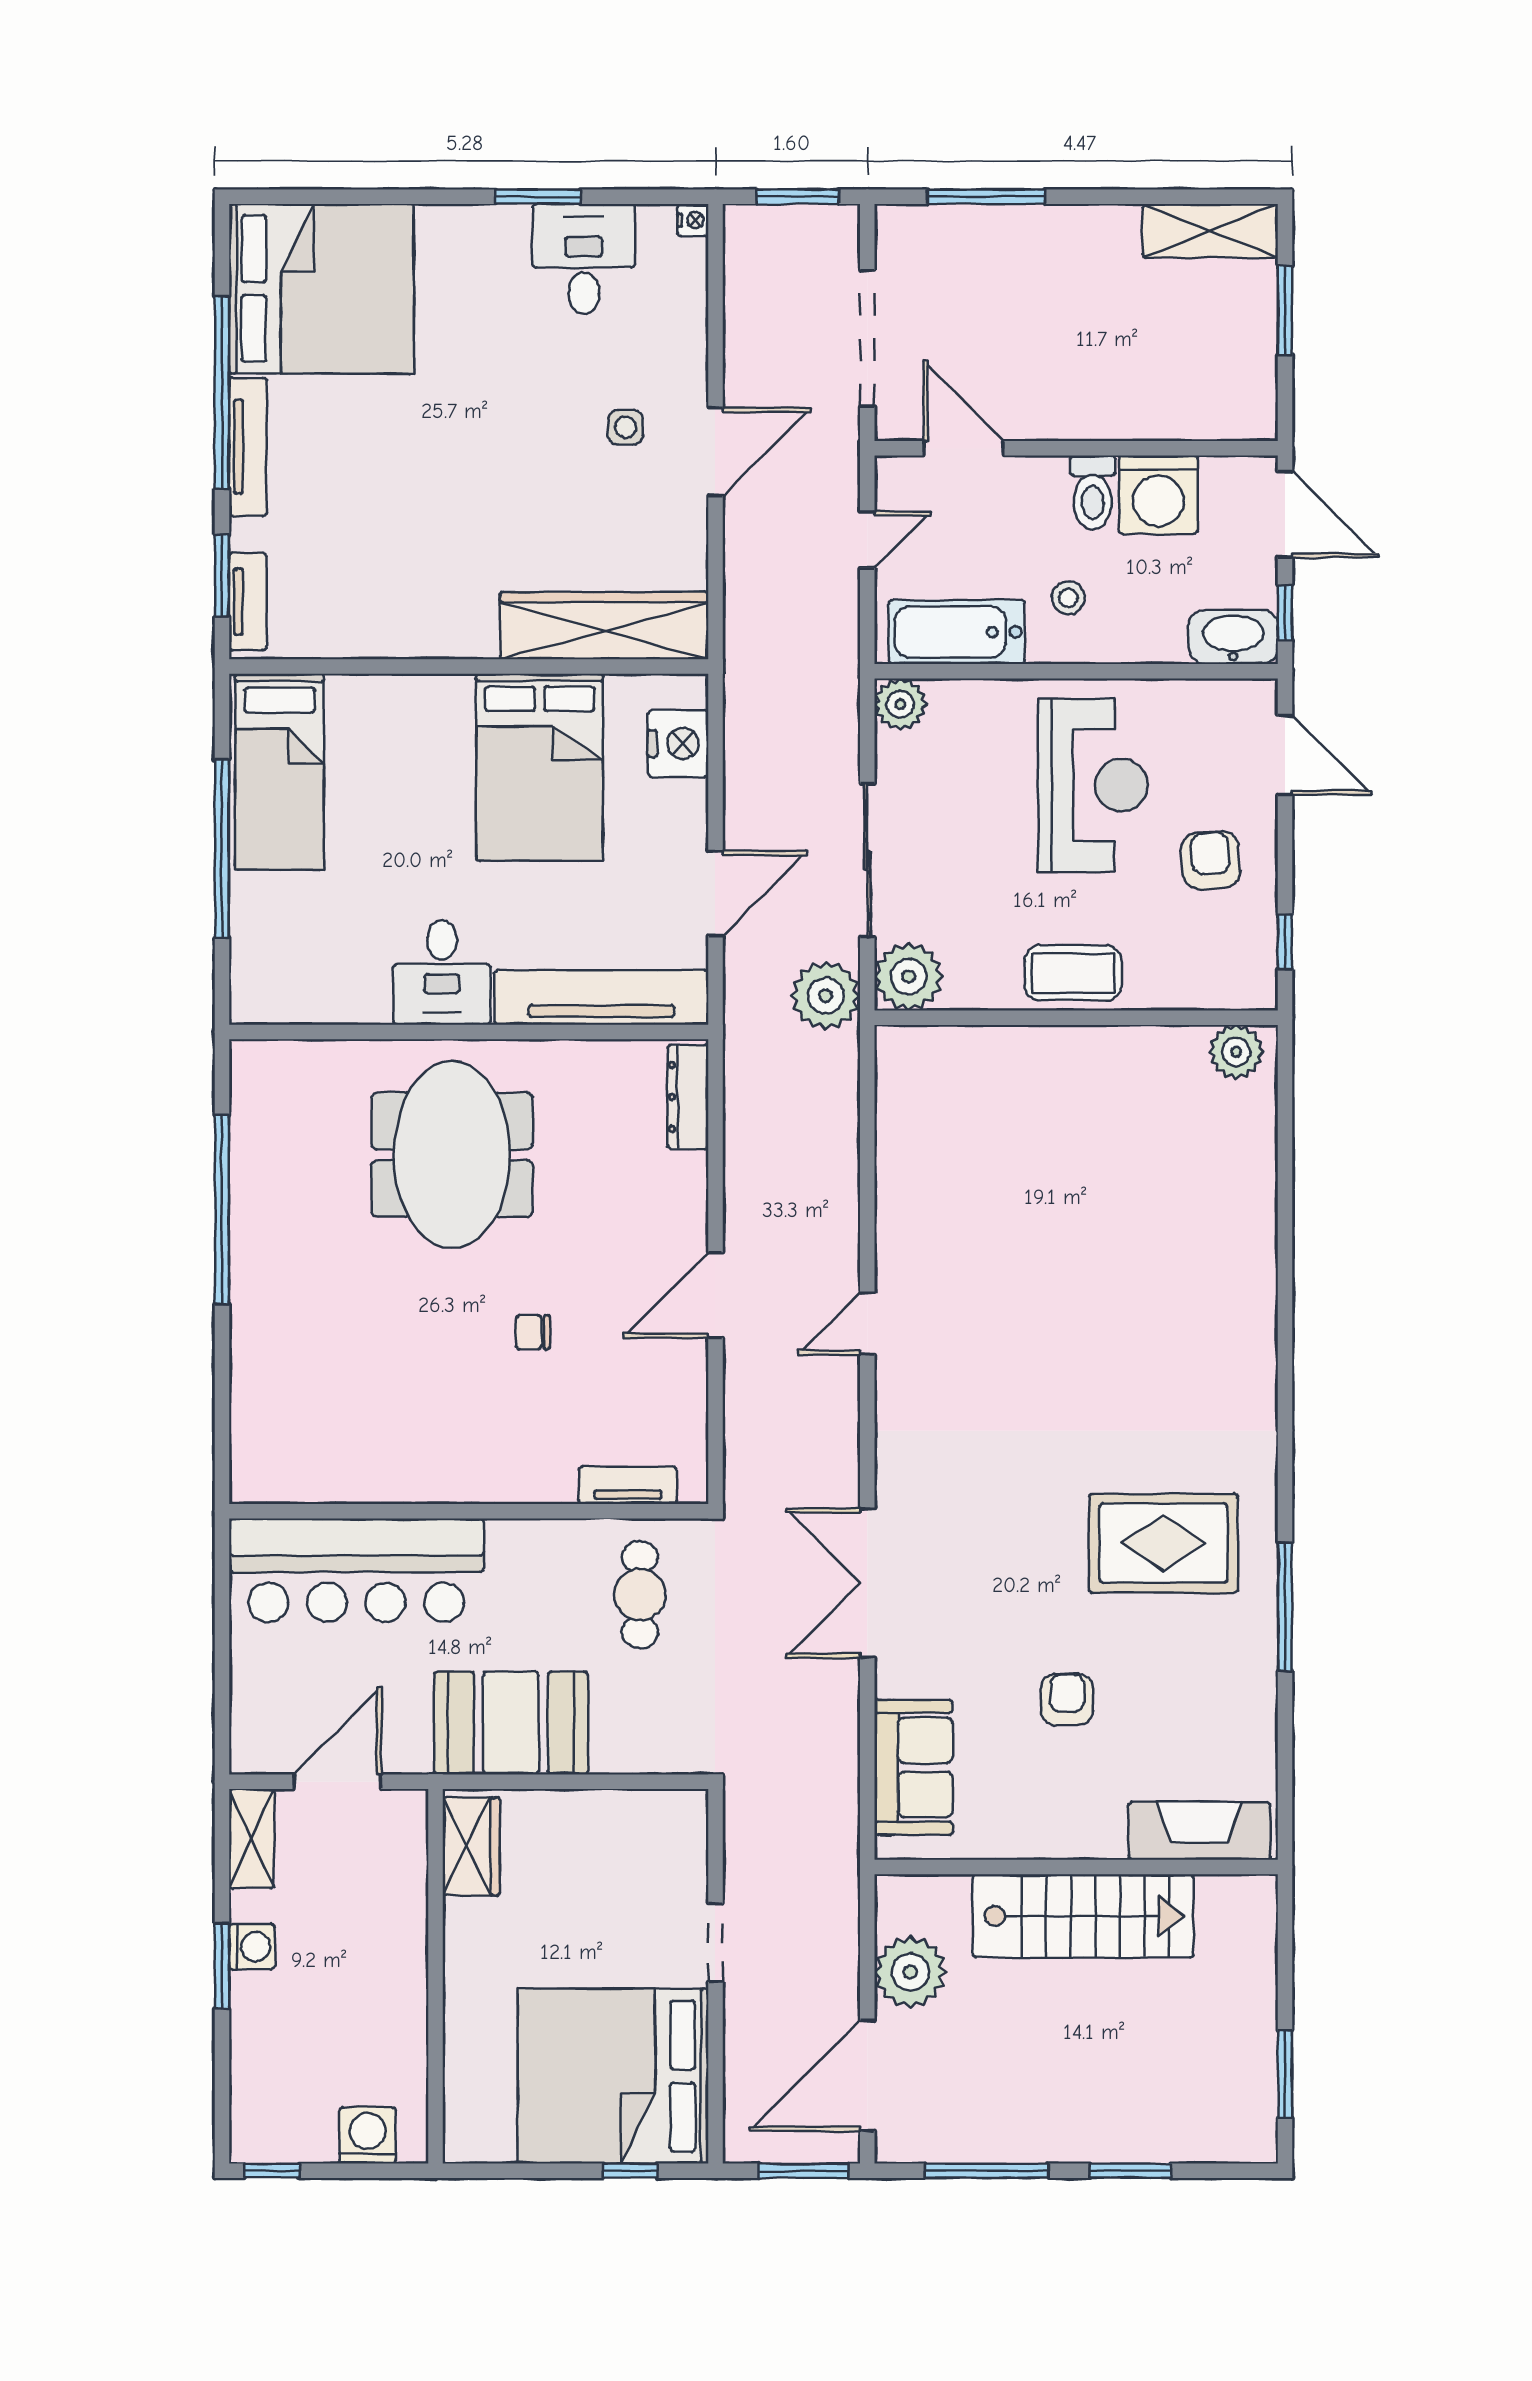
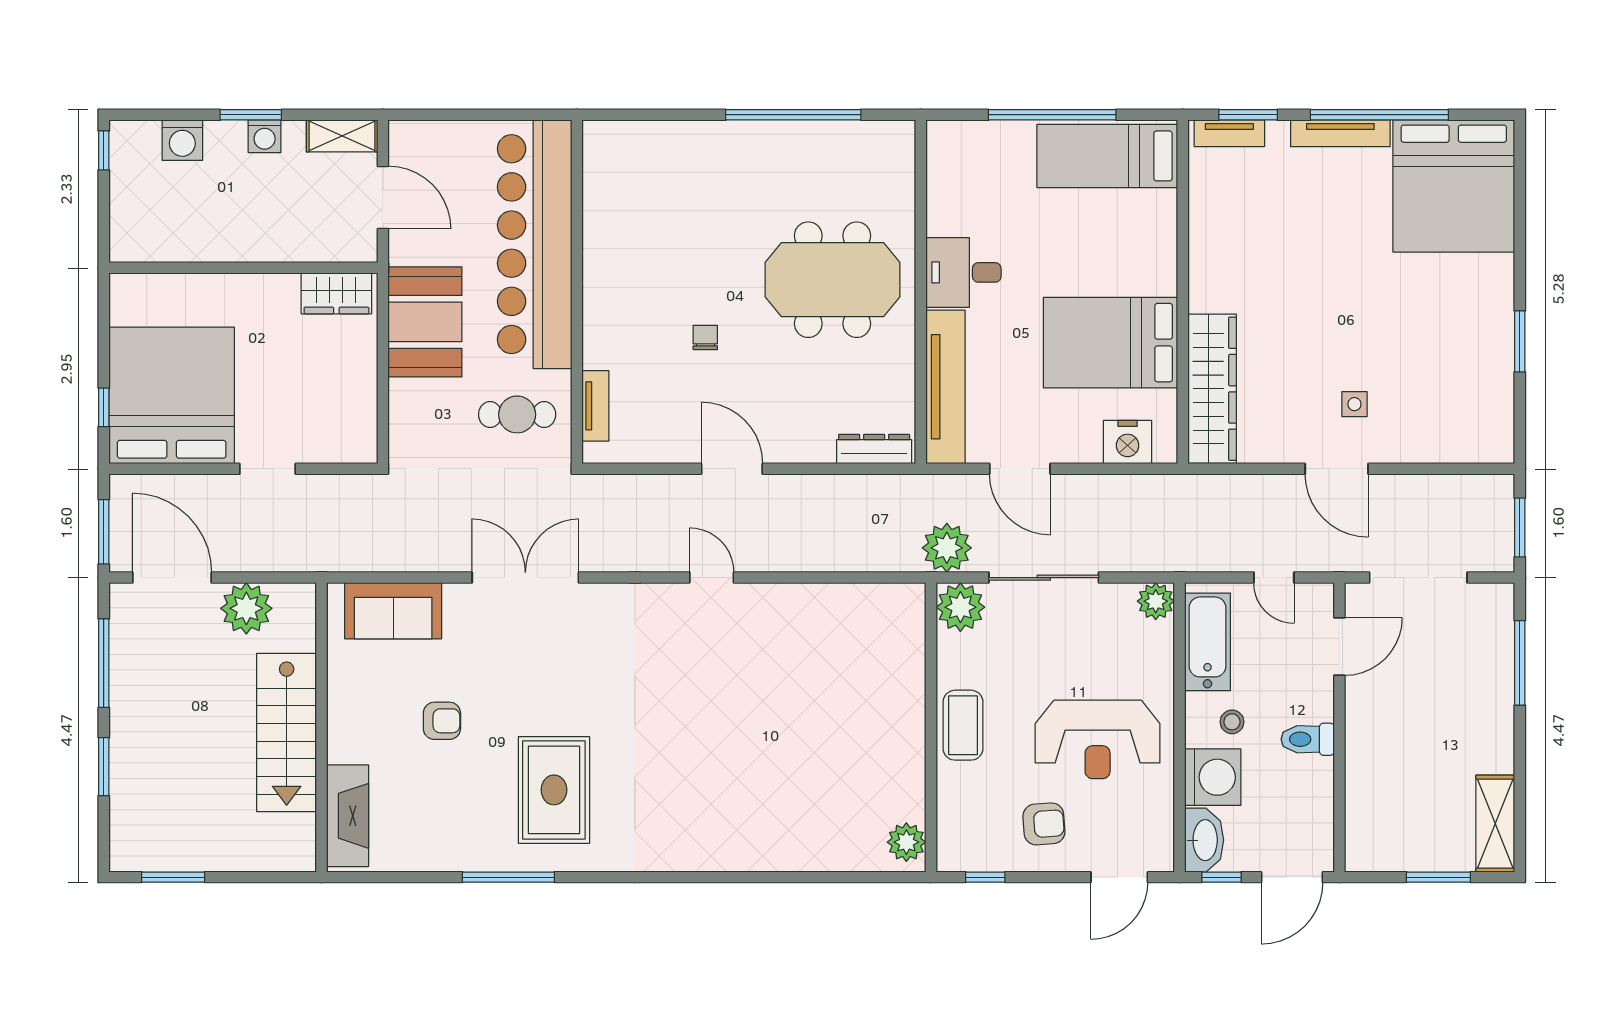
nightstand: (693, 220) -> (1503, 452), removed
desk: (584, 259) -> (1475, 374), removed
washing machine: (1158, 495) -> (1213, 777), moved, turned 180
bar counter: (356, 1570) -> (535, 244), width x1.36
washing machine: (368, 2135) -> (182, 140), moved, turned 90

